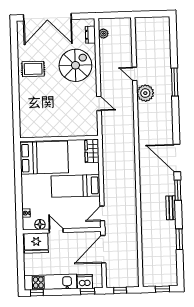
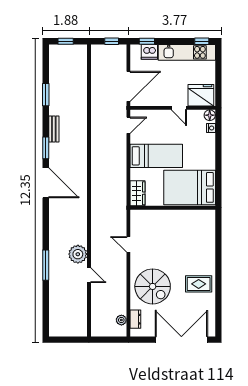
spiral stairs: (75, 65) -> (153, 286), turned -90
floor lamp: (40, 224) -> (210, 115), moved

